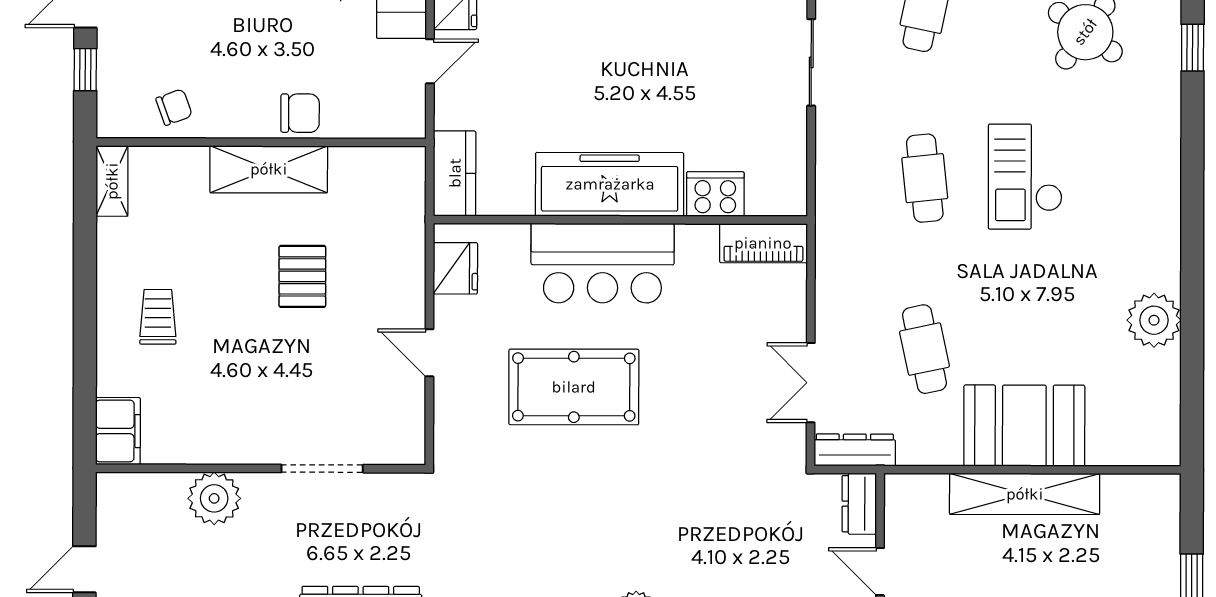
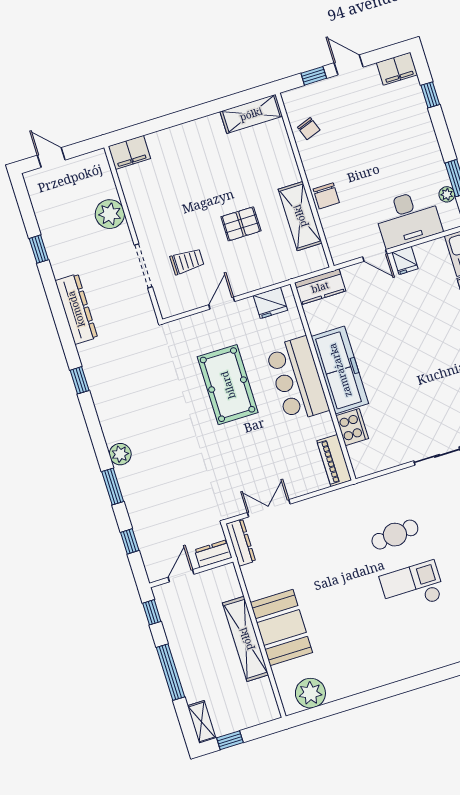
shelving: (269, 169) -> (300, 216), moved
shelving: (112, 181) -> (251, 114), width x1.50, depth x1.33
trolley: (158, 317) -> (187, 261), moved
plant: (1154, 320) -> (310, 693), moved
cafe table: (924, 349) -> (305, 563), removed

